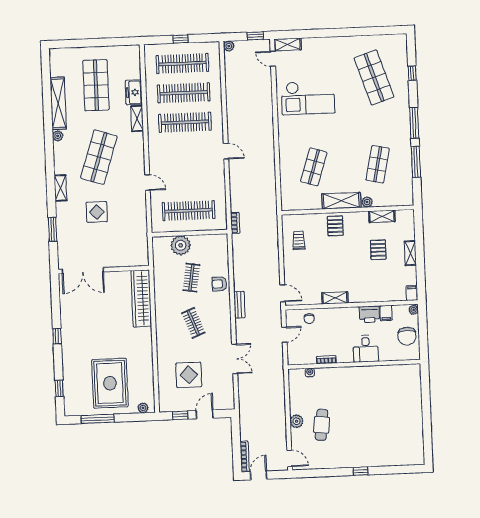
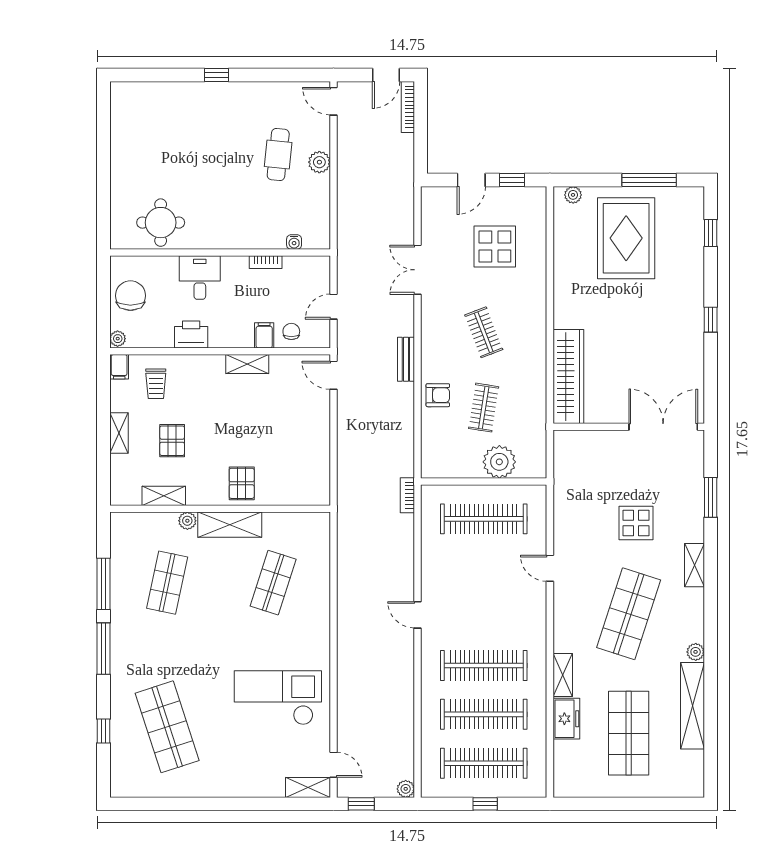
trolley: (299, 241) -> (156, 384), moved
filing cabinet: (386, 313) -> (264, 335), moved
round table: (391, 381) -> (161, 223), added

